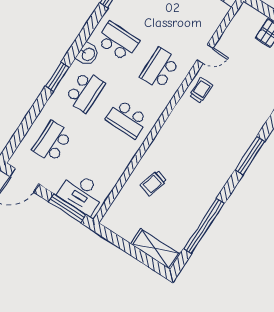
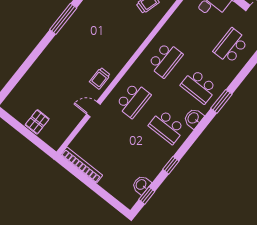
school desk: (85, 92) -> (199, 86), turned -90
school desk: (127, 119) -> (165, 60), turned 90
school desk: (52, 142) -> (231, 46), turned 180

